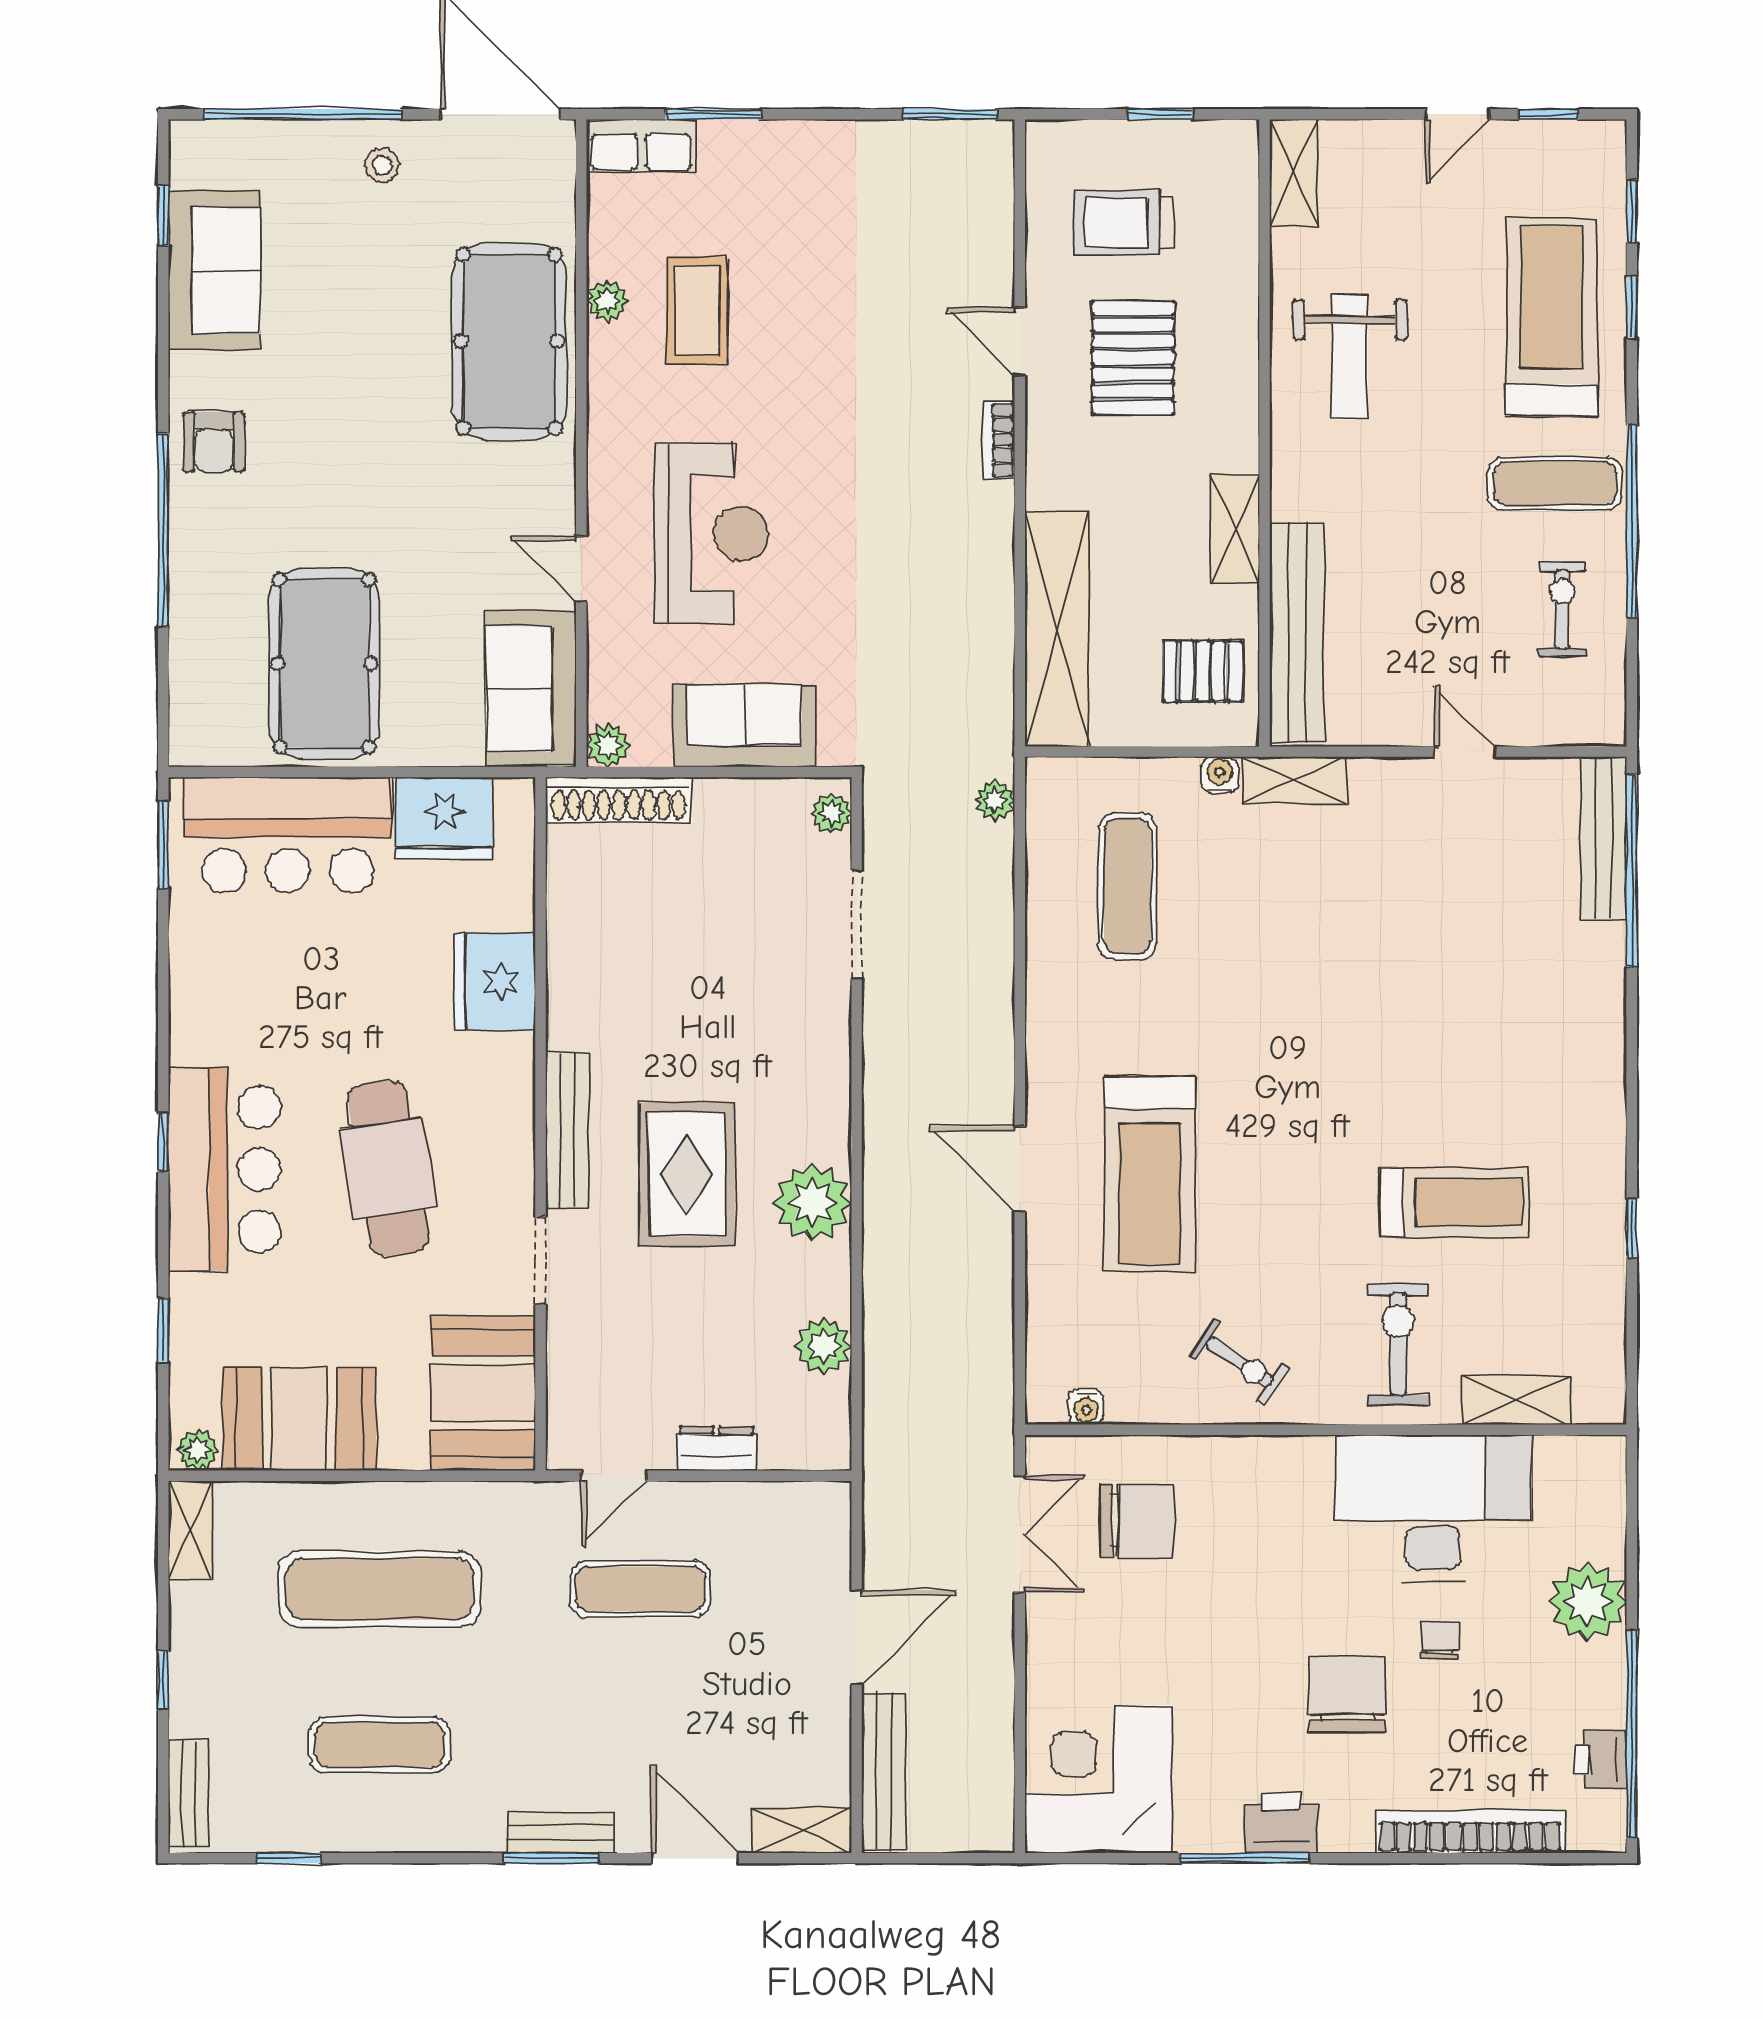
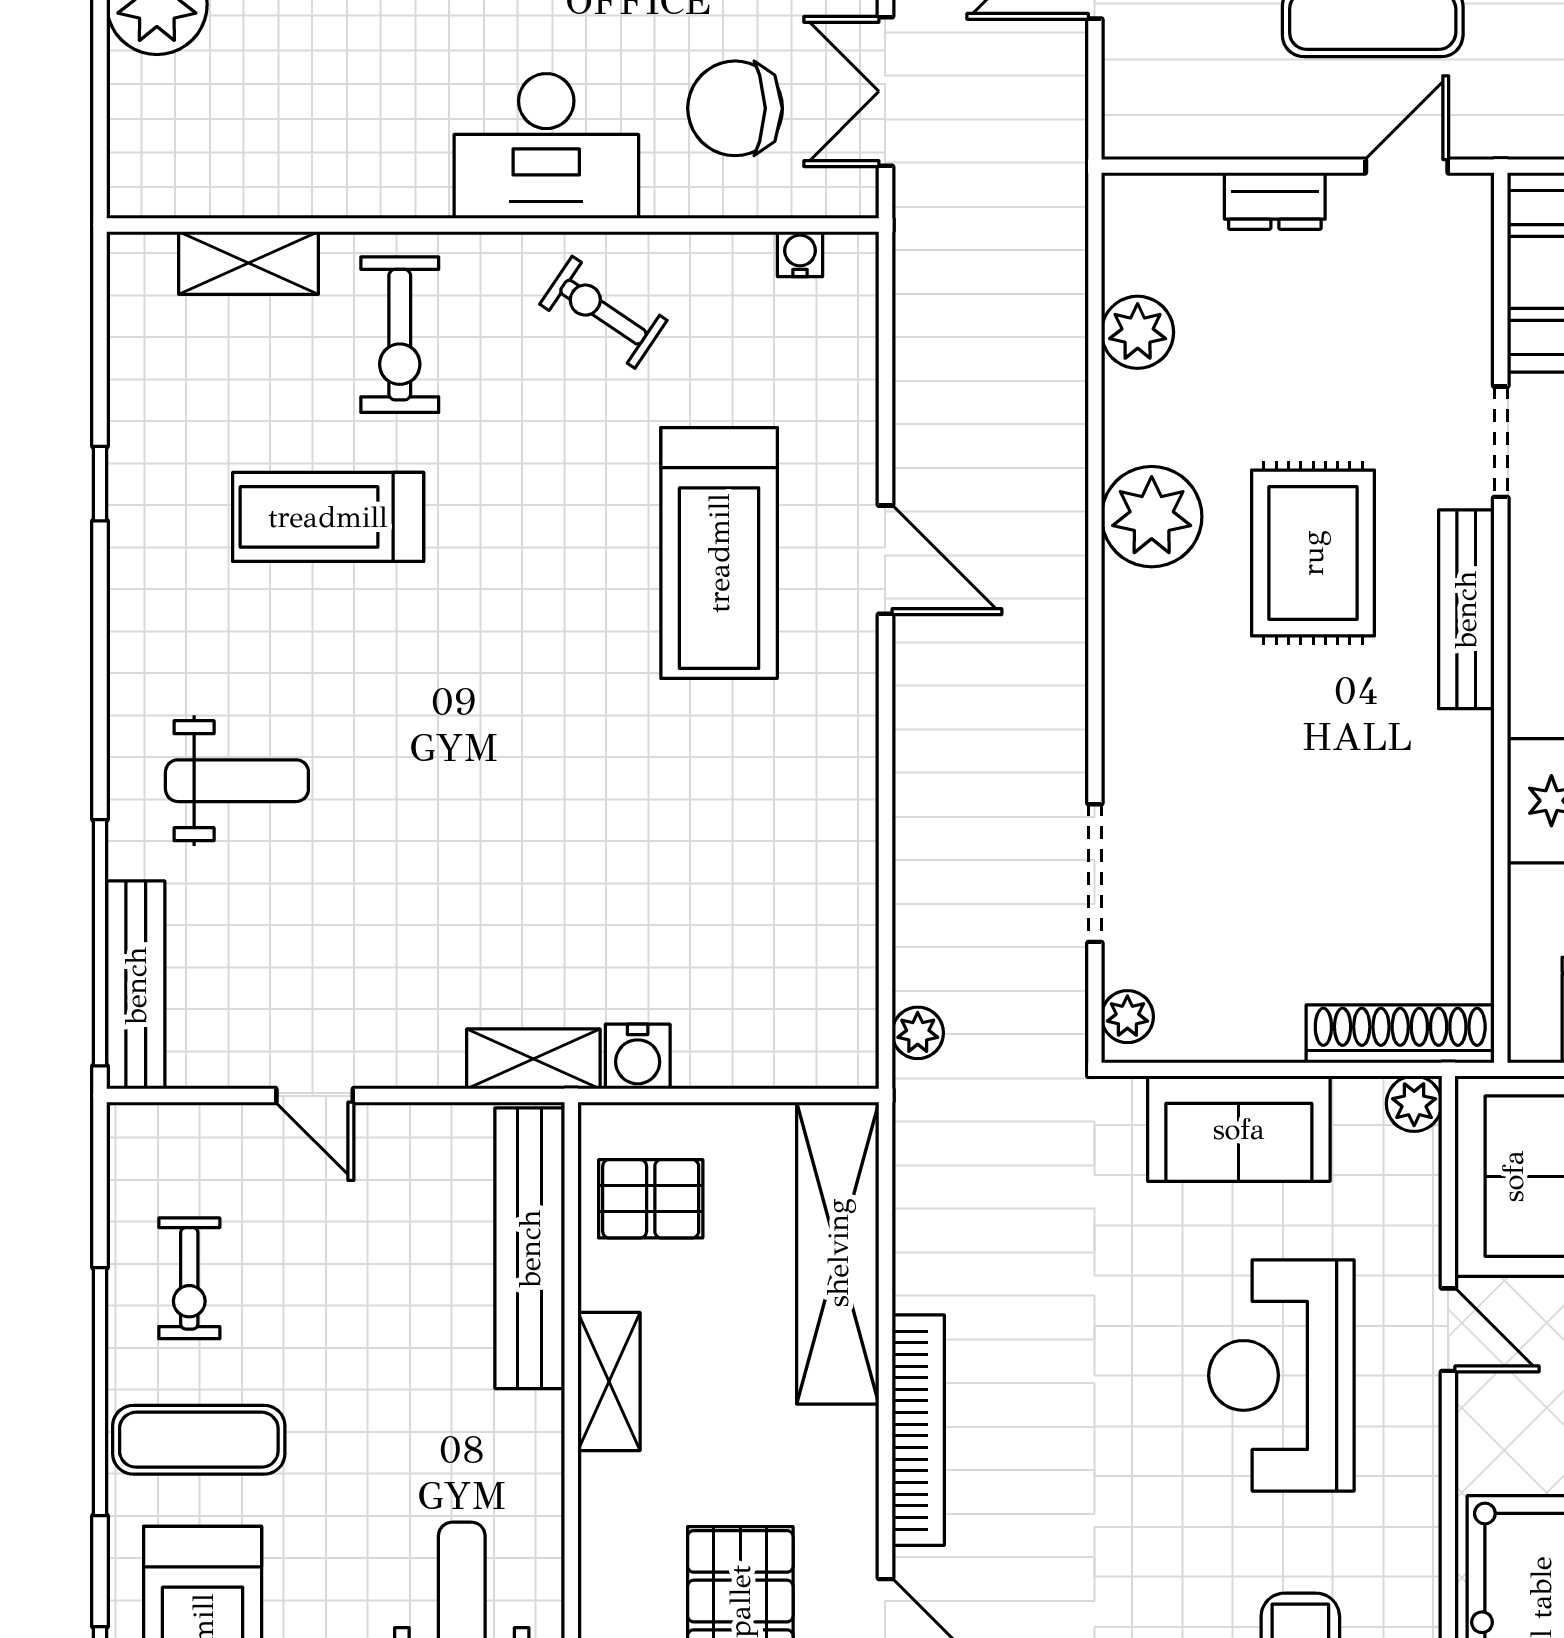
bookcase: (999, 440) -> (918, 1430), width x2.31, depth x1.31
water cooler: (1220, 775) -> (638, 1057), width x1.38, depth x1.38
exercise mat: (1127, 886) -> (747, 923), removed
weight bench: (1525, 997) -> (237, 781), added
treadmill: (1149, 1174) -> (719, 553), turned 180
desk: (1433, 1508) -> (546, 146), moved, width x0.73, depth x0.77

